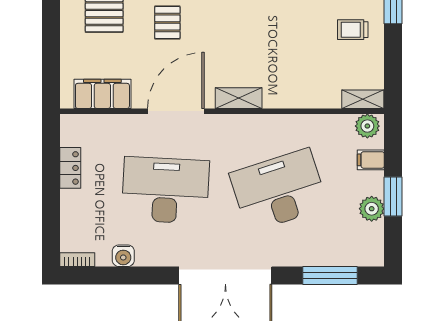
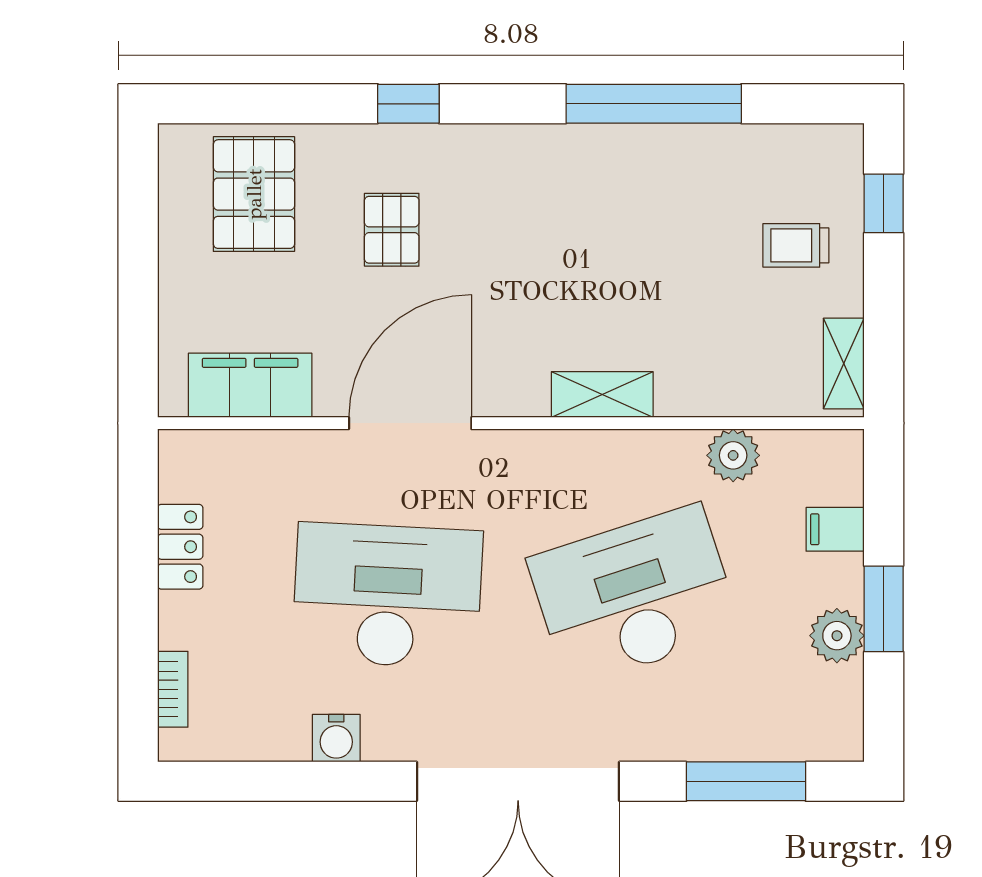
shelving: (239, 98) -> (602, 394), moved
shelving: (363, 99) -> (844, 363), moved, turned 90
plant: (367, 126) -> (733, 455), moved
water cooler: (123, 256) -> (336, 738), moved
bookcase: (77, 260) -> (173, 689), moved, turned 90

